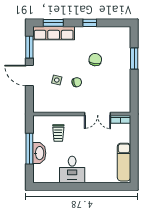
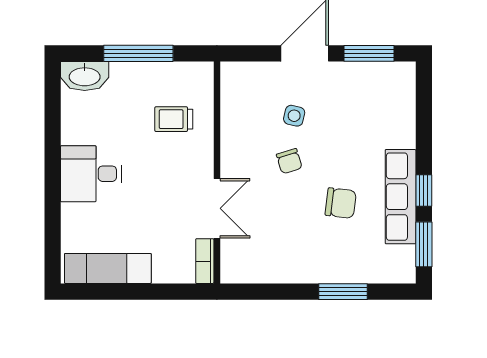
window: (53, 23) -> (424, 244), moved
row of seats: (54, 33) -> (401, 197), moved
double door: (98, 114) -> (217, 208), swing flipped
washbasin: (39, 153) -> (85, 76), moved
desk: (72, 169) -> (91, 174), moved

